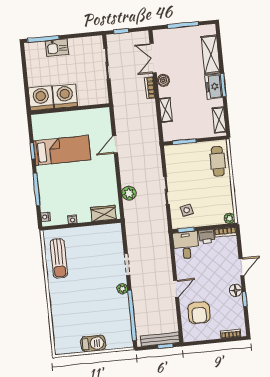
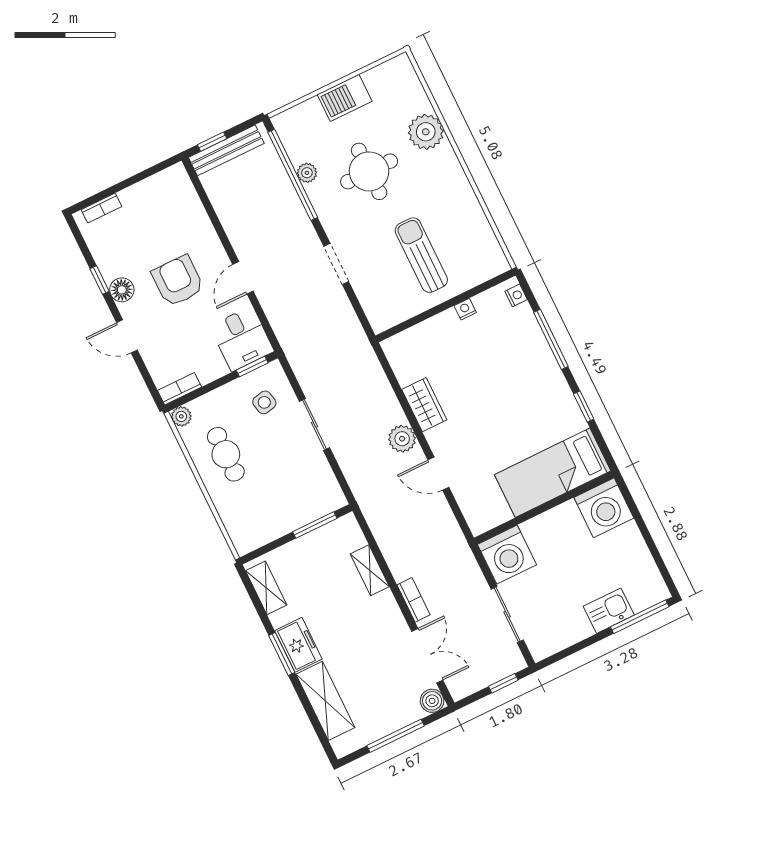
boiler: (163, 80) -> (432, 701), moved
washing machine: (65, 96) -> (507, 555), moved
door: (115, 144) -> (438, 474), swing flipped
bed: (62, 150) -> (553, 473), moved
cafe table: (218, 161) -> (226, 454), moved
plant: (129, 193) -> (402, 439), moved
wardrobe: (103, 213) -> (424, 405), moved, turned -90
printer: (207, 236) -> (210, 368), removed
sun lounger: (59, 258) -> (421, 255), moved
door: (241, 267) -> (127, 336), hinge flipped
plant: (122, 289) -> (307, 173), moved
door: (176, 289) -> (243, 278), moved
round table: (94, 303) -> (369, 171), added
plant: (60, 312) -> (426, 132), added
armchair: (199, 313) -> (178, 281), moved

